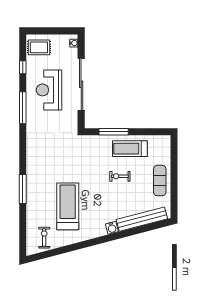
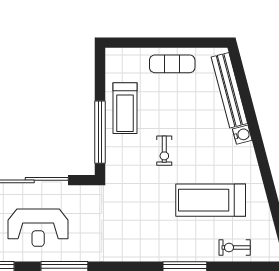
window: (114, 132) -> (100, 132), width x1.46
exercise bike: (120, 176) -> (164, 151), moved
exercise bike: (44, 238) -> (235, 248), moved

